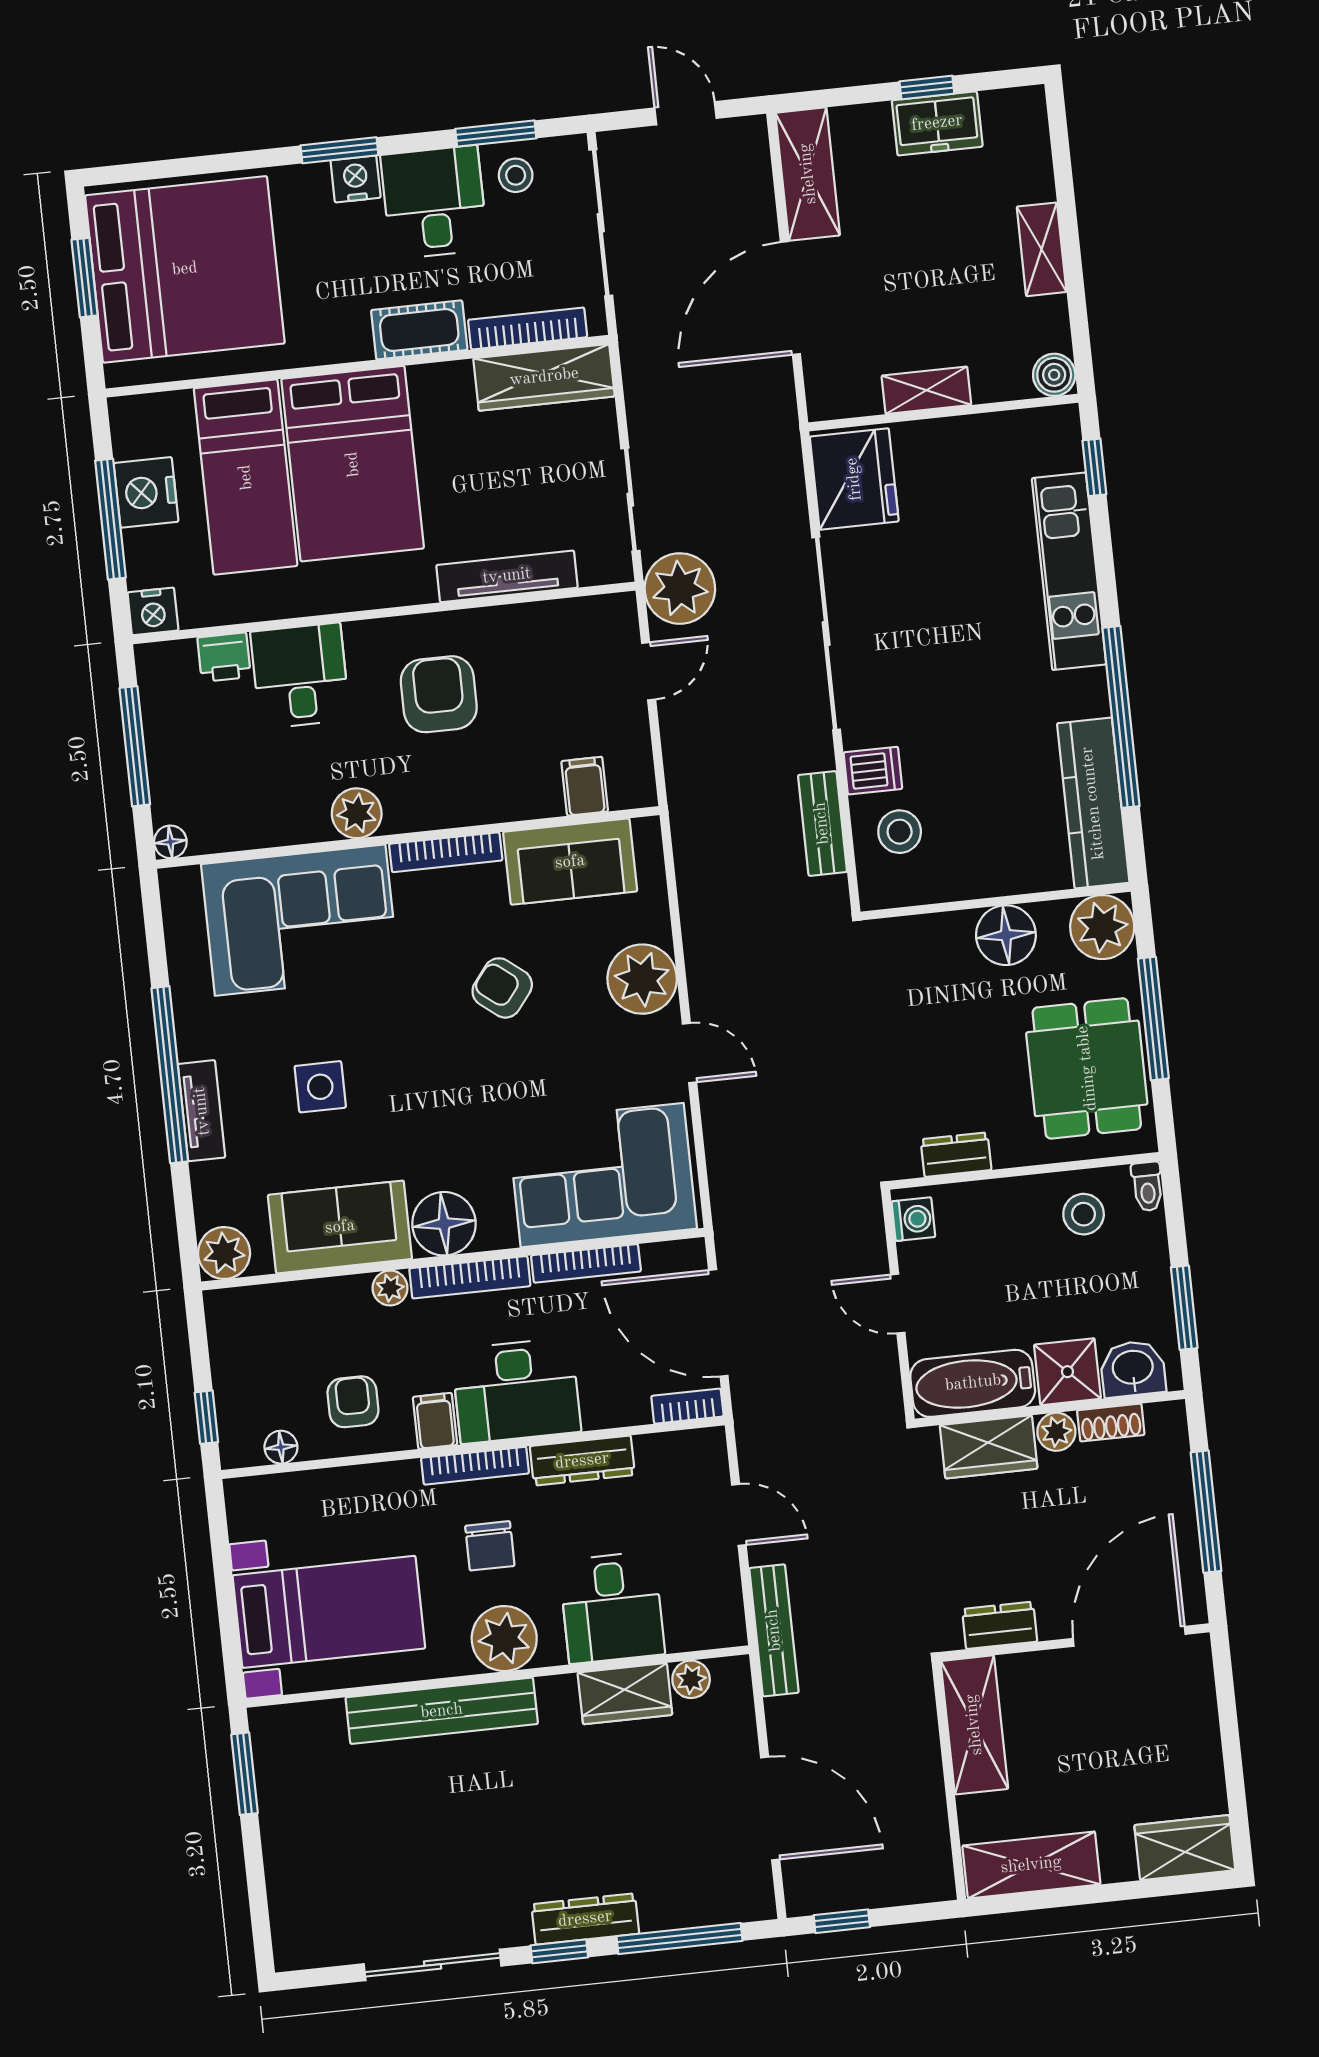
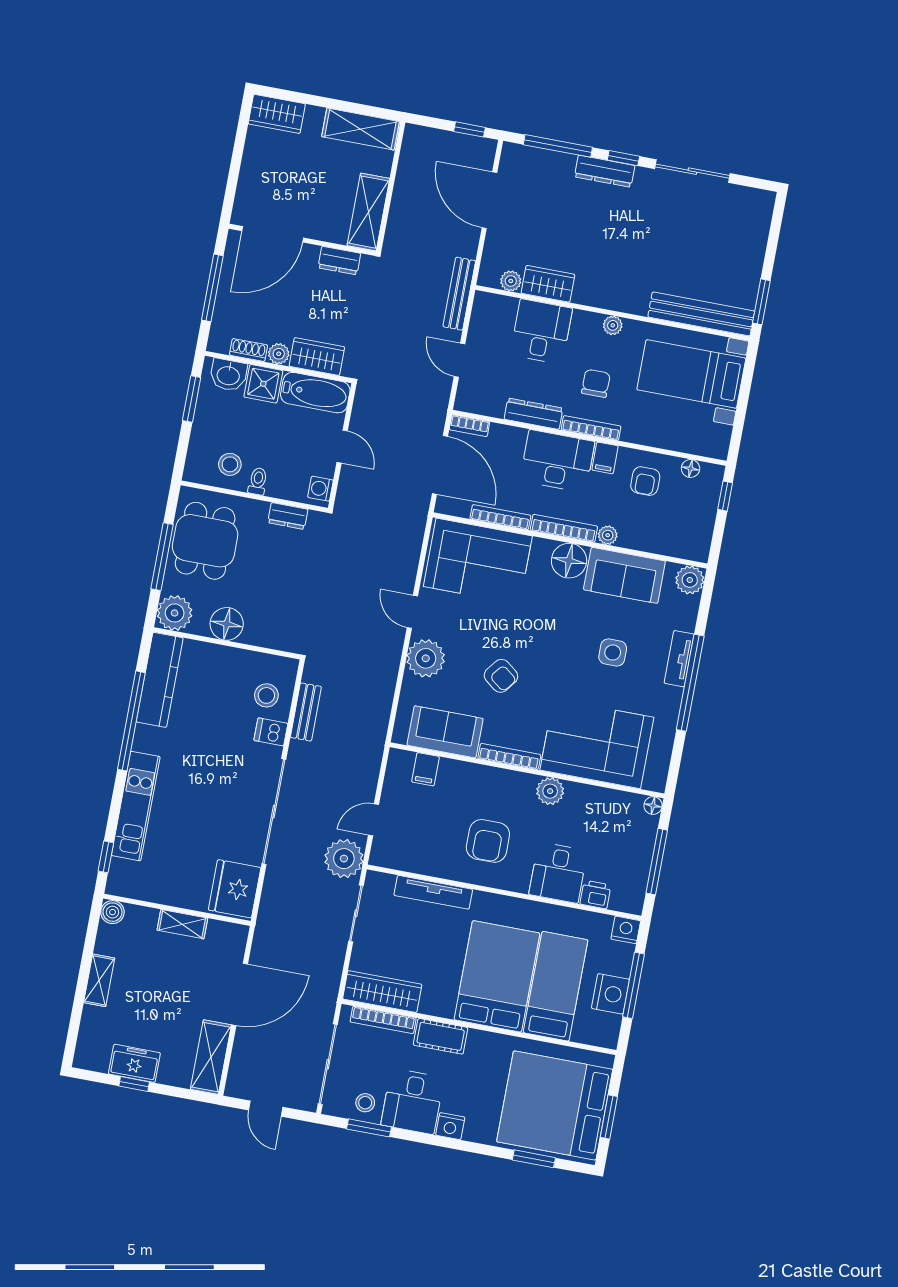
window: (339, 150) -> (534, 1159), moved
toilet: (1147, 1186) -> (258, 481), moved
plant: (504, 1639) -> (613, 325), width x0.53, depth x0.53
bench: (442, 1711) -> (701, 314), moved

